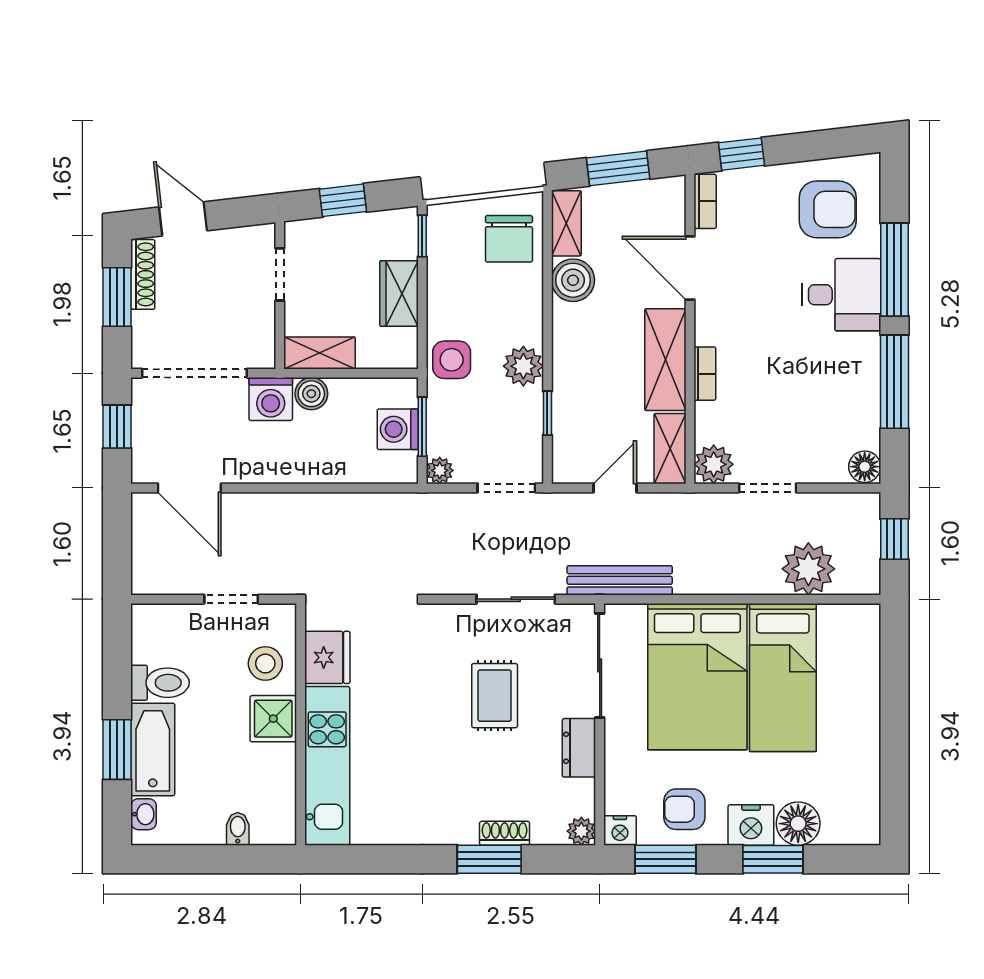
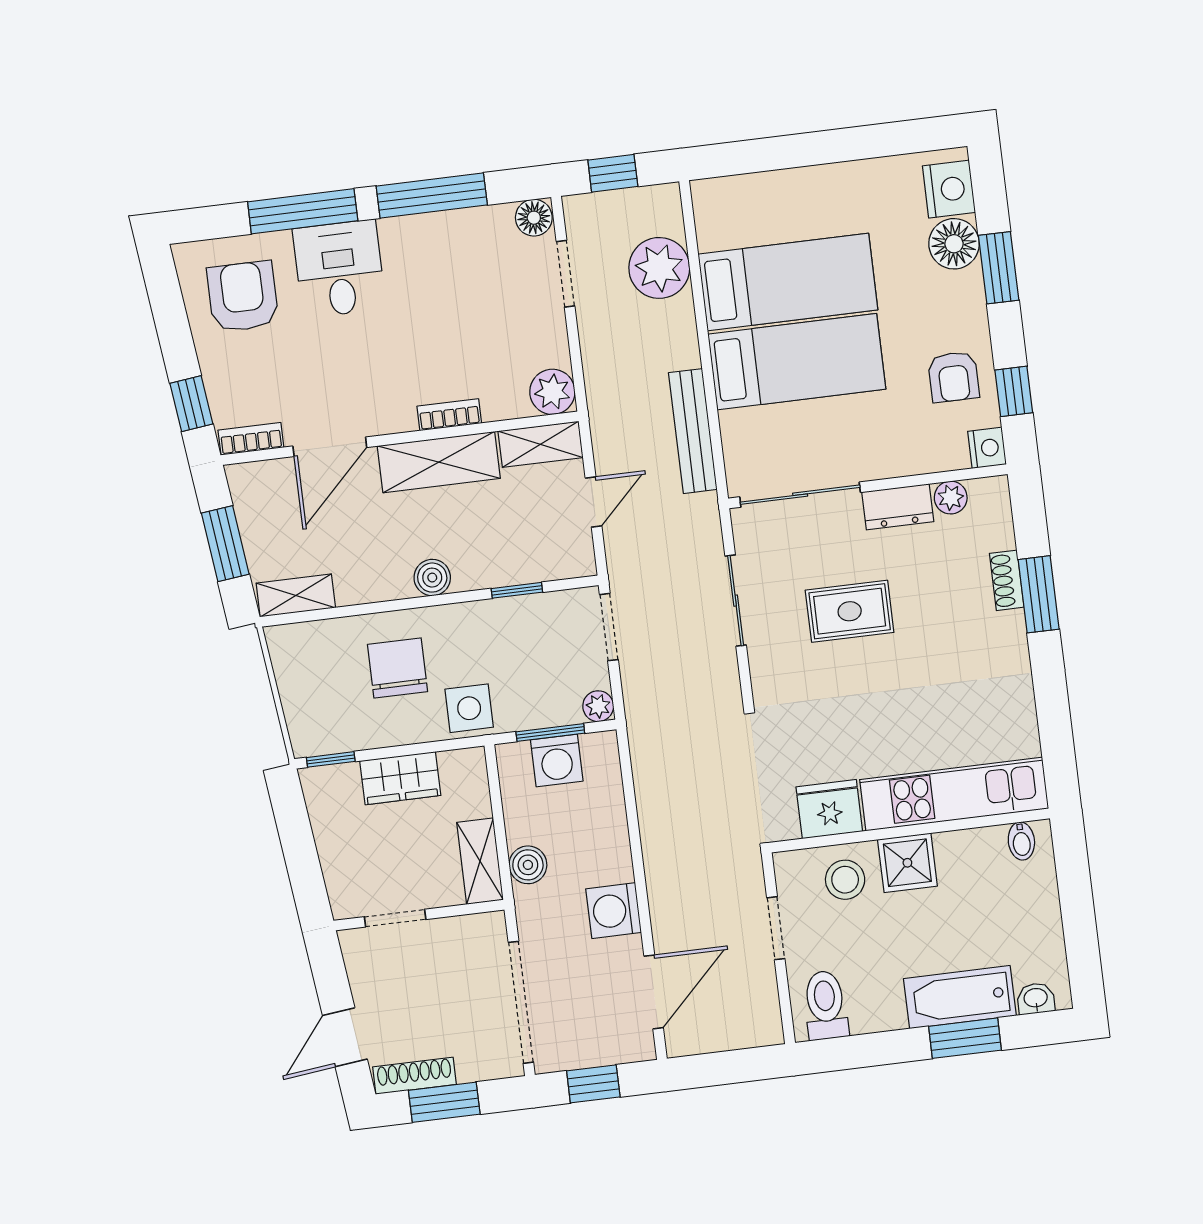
window: (343, 200) -> (301, 856), removed
chair: (509, 239) -> (398, 668), moved, turned -90
boiler: (573, 280) -> (432, 578), moved, width x0.73, depth x0.73
plant: (523, 366) -> (466, 625), removed
washing machine: (271, 399) -> (614, 911), moved, turned 180
door: (615, 488) -> (594, 502), swing flipped
doorway: (768, 488) -> (566, 274), moved
bench: (620, 580) -> (693, 431), moved
bed: (697, 677) -> (797, 362), width x0.67
toilet: (160, 683) -> (825, 1005), moved
nightstand: (751, 825) -> (949, 189), moved
bidet: (238, 829) -> (1021, 841), moved, turned -90
plant: (581, 831) -> (951, 498), moved
window: (666, 859) -> (1014, 391), width x0.67

